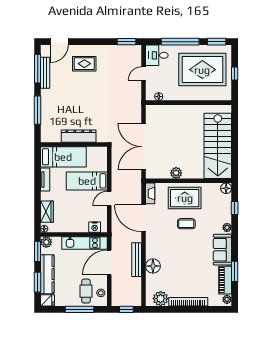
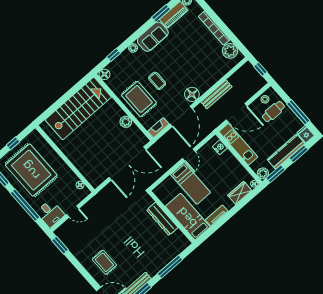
door: (109, 199) -> (189, 155), hinge flipped
floor lamp: (153, 266) -> (192, 94), moved
window: (79, 309) -> (298, 112), moved

